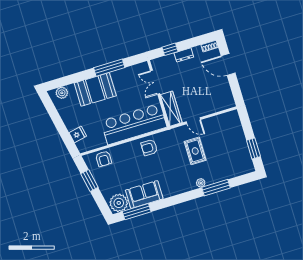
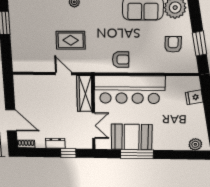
booth: (95, 89) -> (132, 137), moved
rug: (195, 151) -> (71, 40), turned 90
armchair: (104, 159) -> (173, 44), moved

